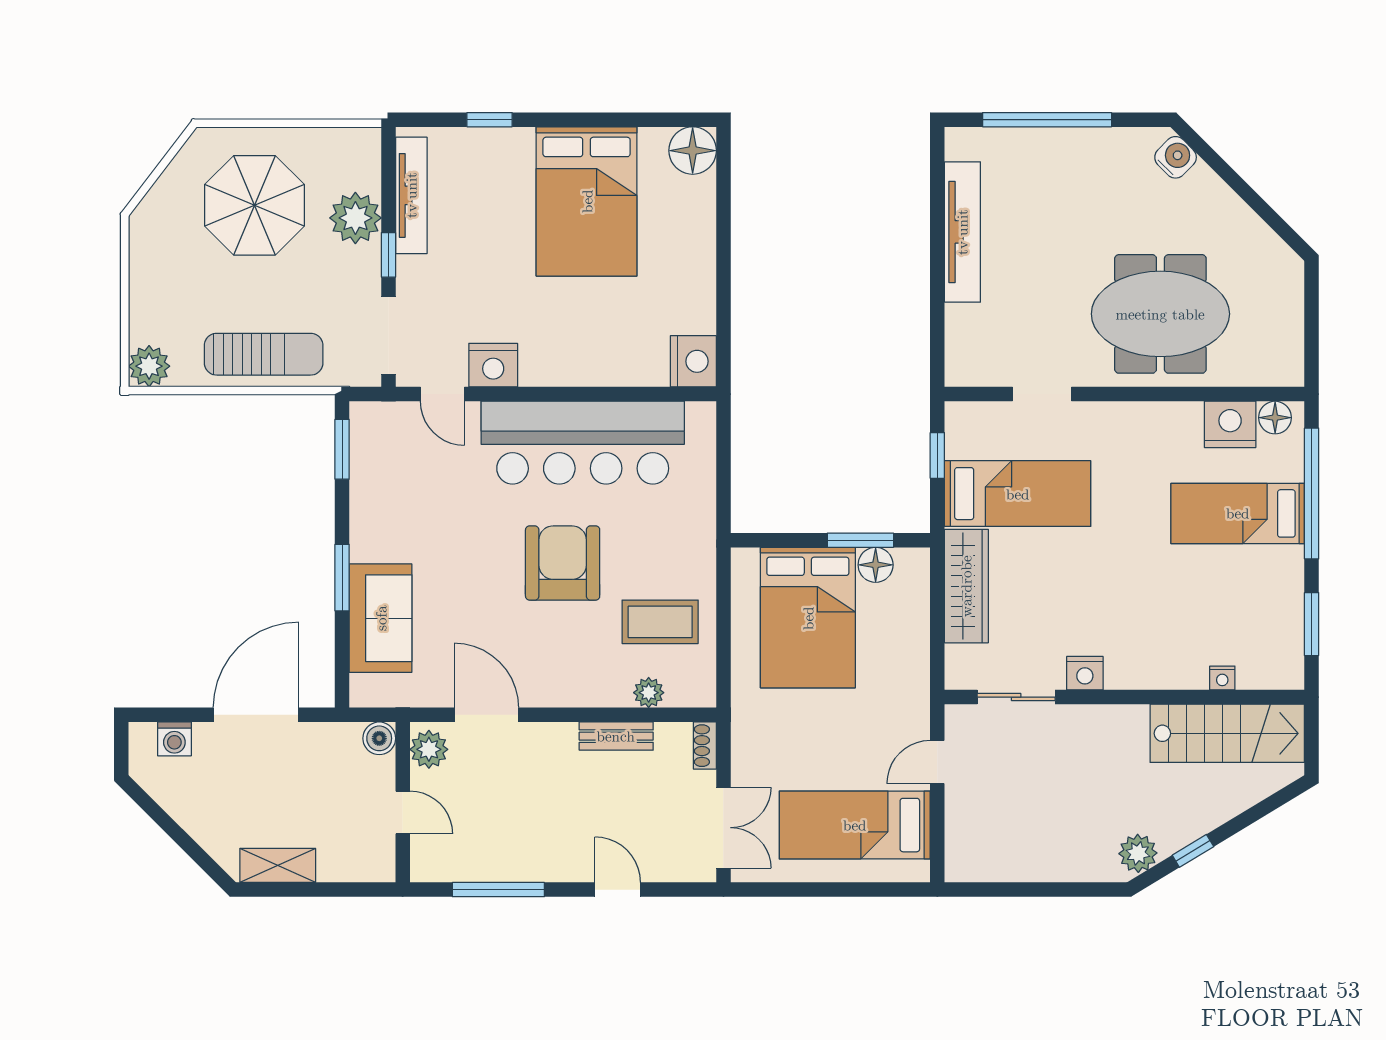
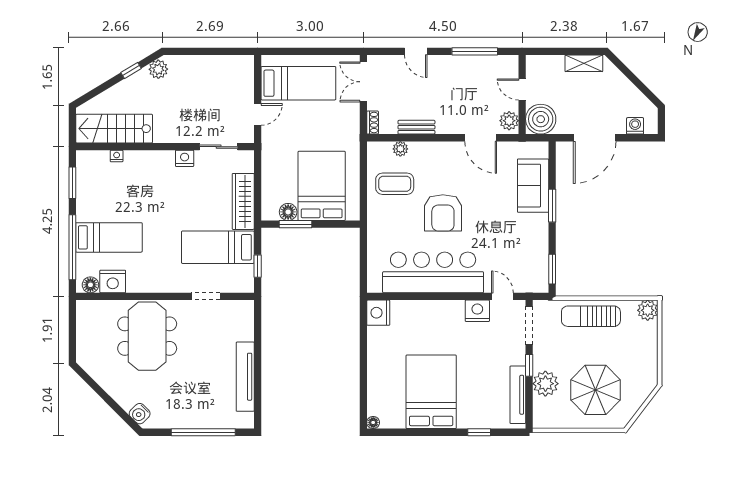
floor lamp: (693, 151) -> (373, 422), width x0.53, depth x0.53
meeting table: (1160, 314) -> (147, 336), turned 90
boiler: (379, 738) -> (541, 119), width x1.86, depth x1.86

